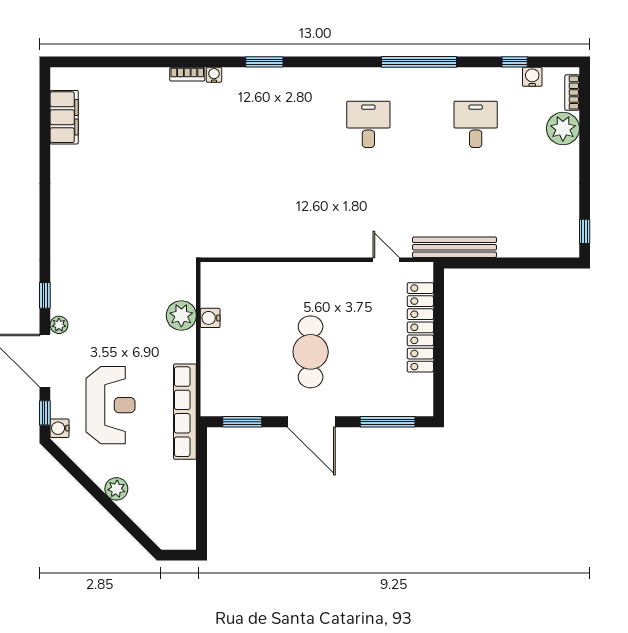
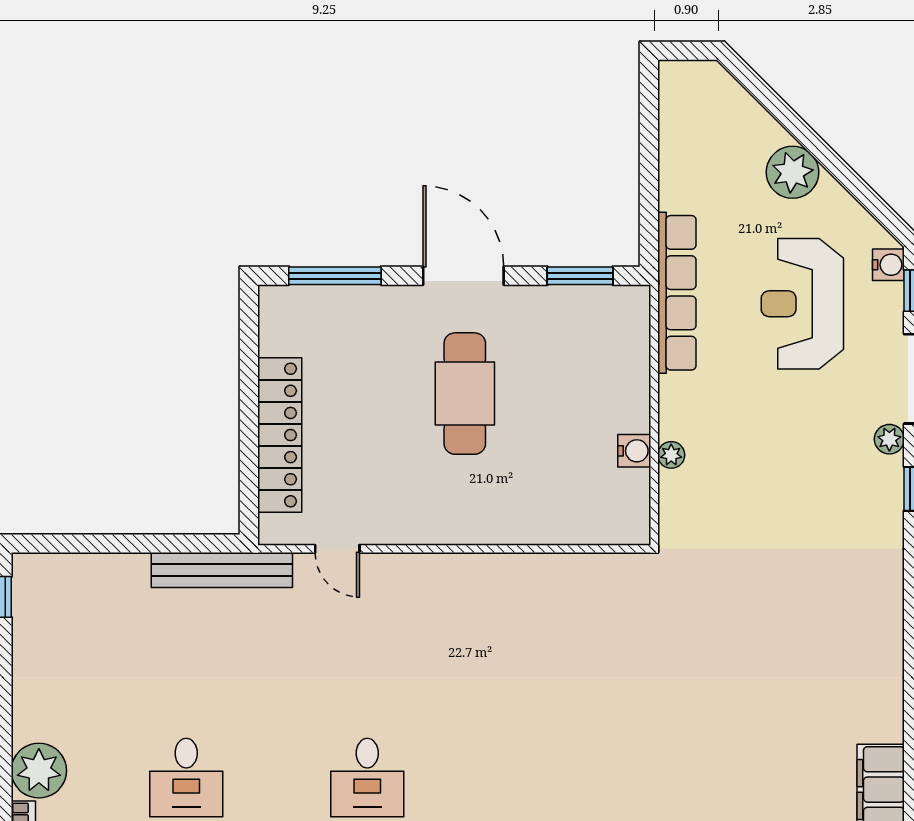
plant: (181, 316) -> (671, 455), width x0.53, depth x0.53
plant: (116, 489) -> (793, 172), width x1.36, depth x1.36

